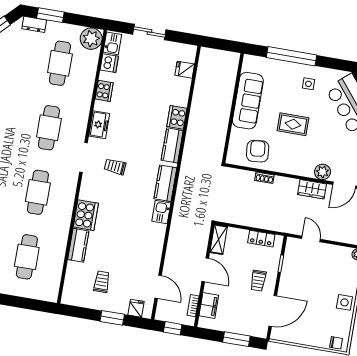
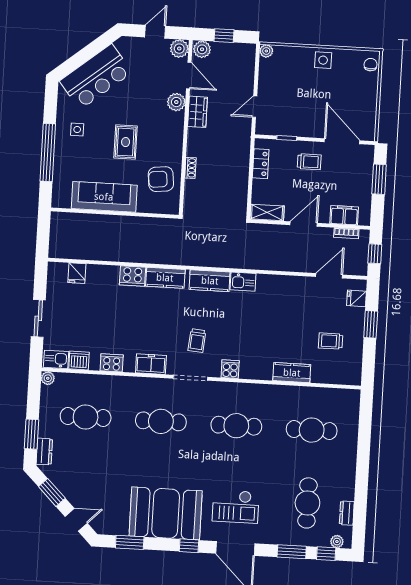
plant: (91, 39) -> (48, 378), width x0.53, depth x0.53
cooker: (86, 215) -> (230, 369), moved, width x0.53, depth x0.76

